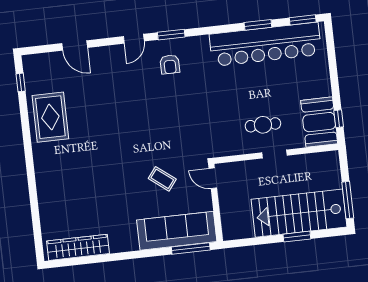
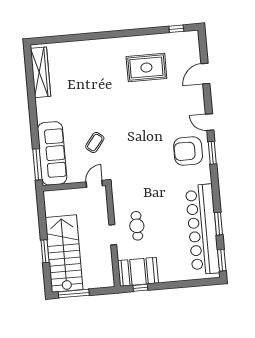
armchair: (170, 64) -> (188, 151), width x1.88, depth x1.88
rug: (50, 117) -> (146, 68), moved

